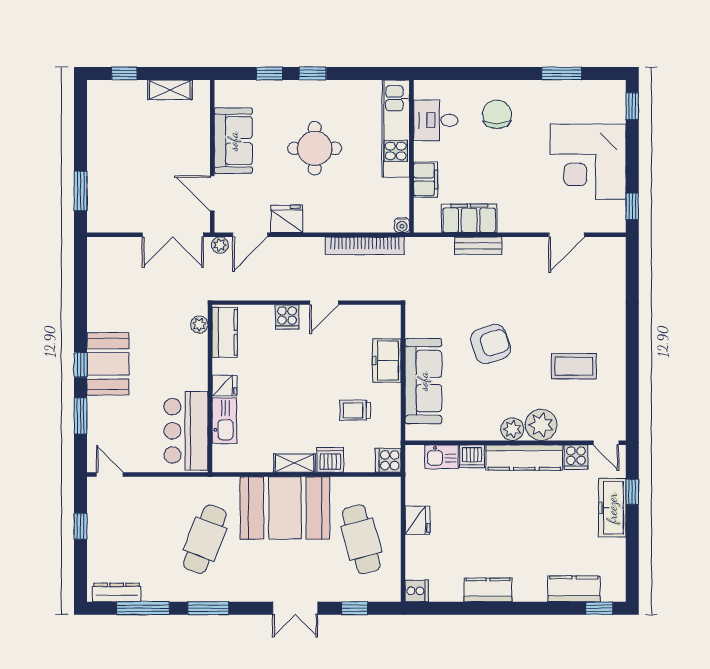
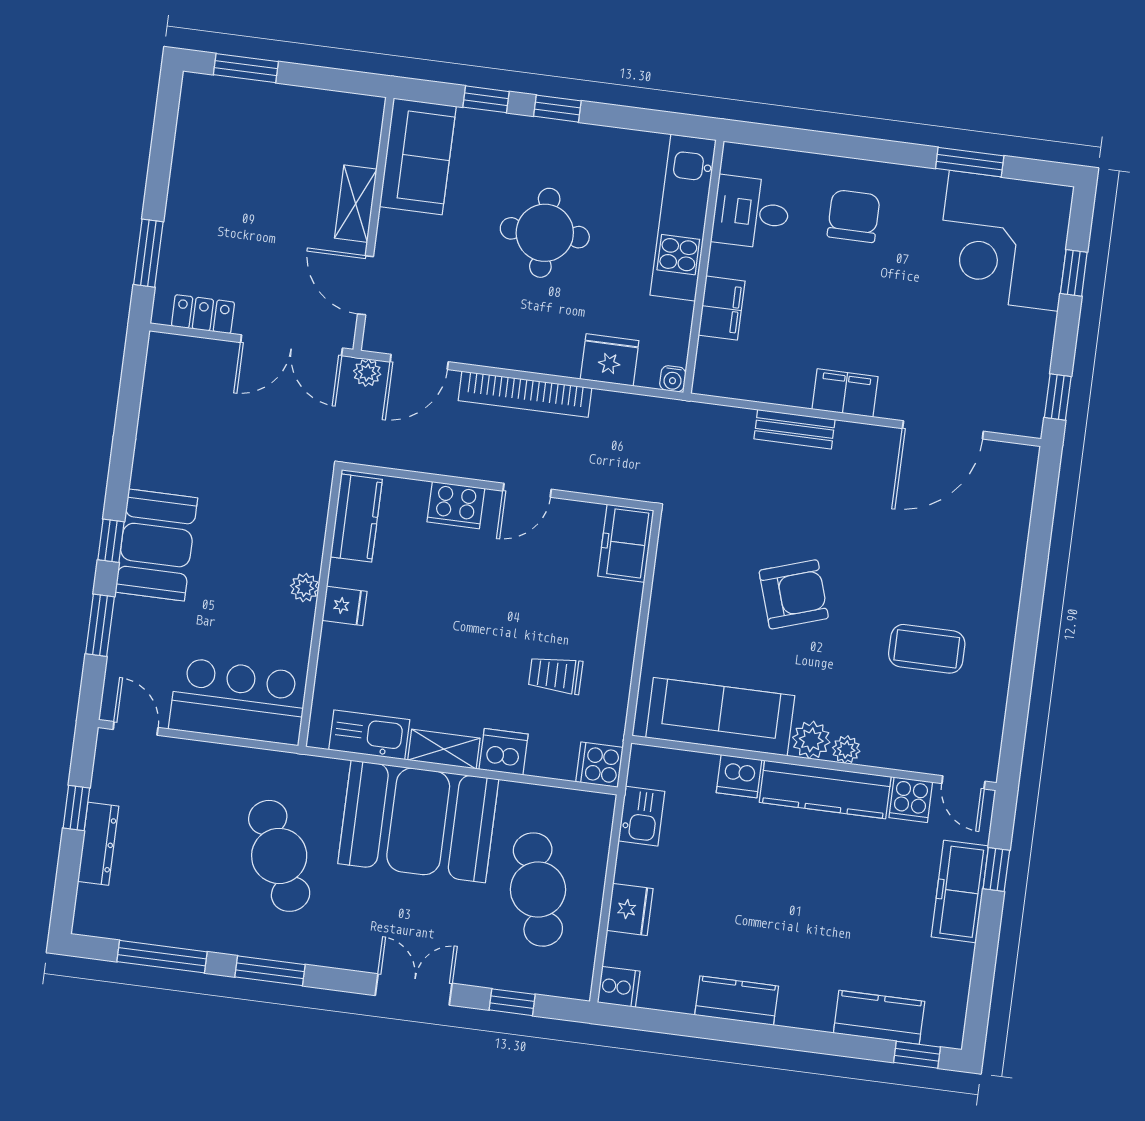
window: (124, 73) -> (246, 68), width x1.50
shelving: (170, 90) -> (356, 204), moved, turned 90
window: (632, 106) -> (1074, 273), moved
sofa: (233, 141) -> (418, 156), moved
corner desk: (588, 162) -> (1004, 241), moved
filing cabinet: (469, 218) -> (845, 393), moved, width x0.67, depth x0.86
fridge: (287, 219) -> (610, 360), moved
locker: (118, 223) -> (203, 314), added
door: (567, 235) -> (943, 430), width x1.36
bookcase: (365, 246) -> (525, 394), moved
cooker: (287, 317) -> (456, 505), width x1.36
plant: (199, 325) -> (305, 588), moved
freezer: (387, 360) -> (626, 543), moved
sofa: (423, 381) -> (720, 717), moved, turned -90
kitchen sink: (224, 421) -> (369, 735), moved, turned -90
plant: (541, 425) -> (846, 749), width x0.53, depth x0.53
bar counter: (186, 431) -> (238, 701), moved, turned 90
kitchen sink: (442, 457) -> (642, 816), moved, turned -90
fridge: (417, 520) -> (630, 909), moved
cafe table: (205, 539) -> (279, 856), turned -45
dresser: (117, 592) -> (98, 844), moved, turned 90
double door: (295, 608) -> (414, 989), swing flipped

